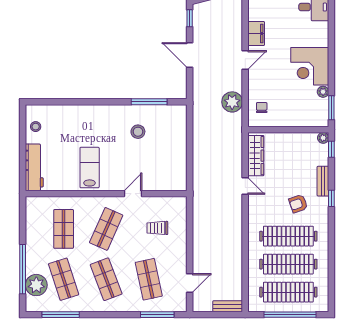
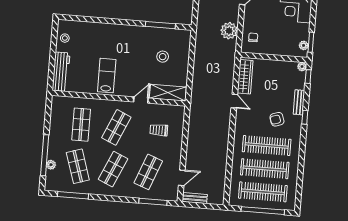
plant: (323, 92) -> (304, 45), moved
stool: (138, 132) -> (163, 57), moved
shelving: (165, 182) -> (168, 93), added
shop shelf: (106, 279) -> (113, 169), turned 45
shop shelf: (149, 279) -> (148, 172), turned 33
plant: (36, 285) -> (51, 165), width x0.53, depth x0.53
bench: (228, 306) -> (195, 198), moved

